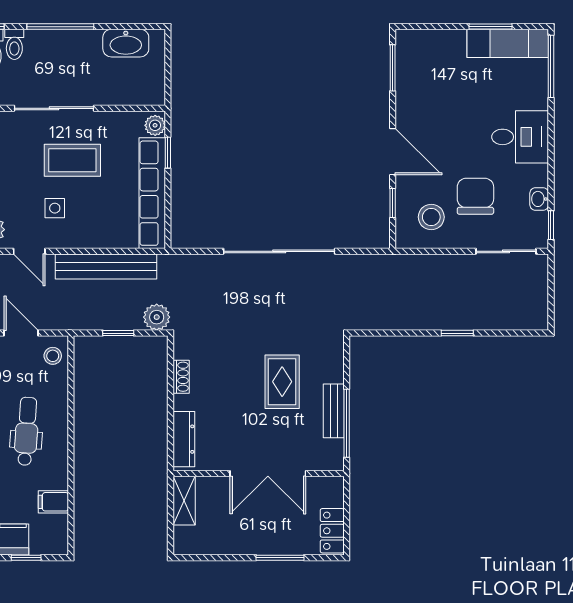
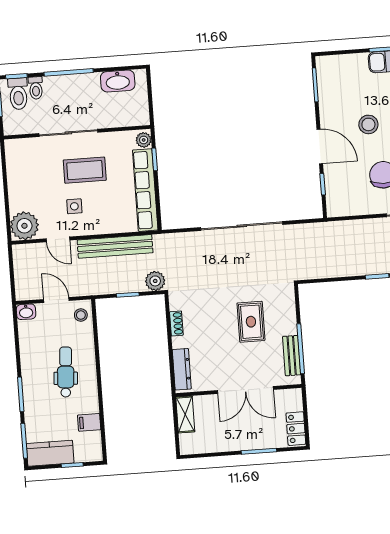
stool: (431, 217) -> (368, 124), moved
bench: (334, 411) -> (292, 356), moved

